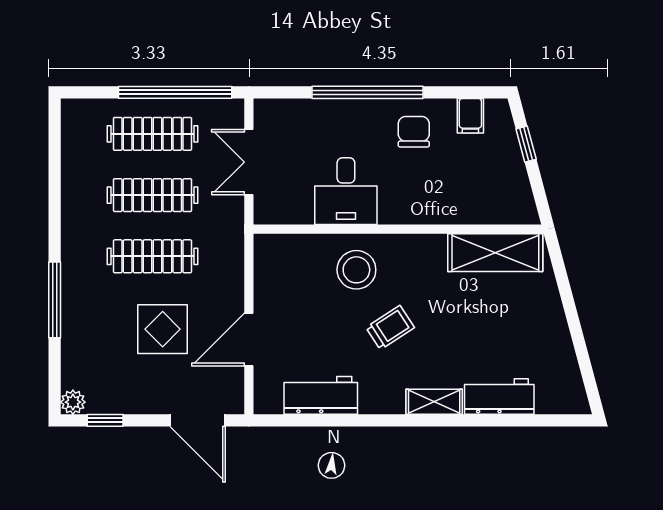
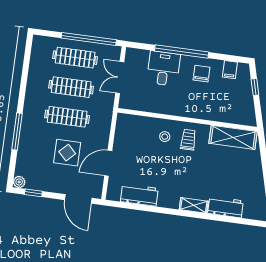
desk: (346, 191) -> (163, 69), moved, turned 180
stool: (356, 270) -> (165, 137), width x0.53, depth x0.53
trolley: (390, 327) -> (188, 140), moved, turned -57

